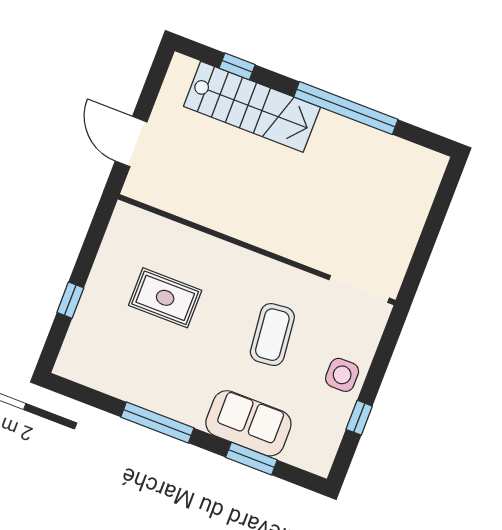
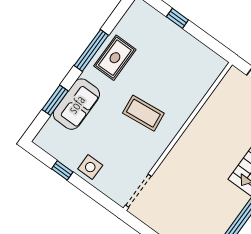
rug: (165, 298) -> (115, 58), moved
coffee table: (272, 335) -> (143, 113), moved

